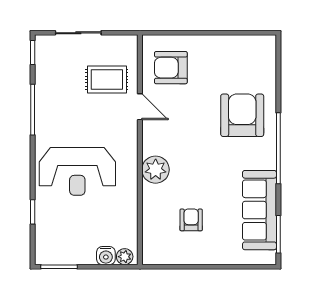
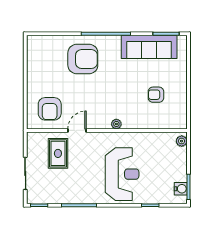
armchair: (242, 115) -> (83, 59), turned 180
plant: (156, 170) -> (116, 124), width x0.53, depth x0.53
water cooler: (106, 256) -> (181, 189), moved

